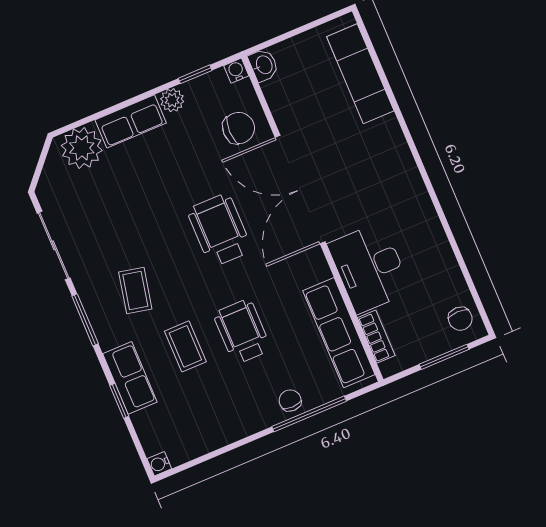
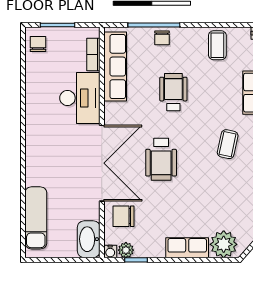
washbasin: (264, 65) -> (89, 239), width x1.91, depth x1.45
plant: (172, 100) -> (126, 250), moved
wheelchair: (242, 331) -> (173, 92), turned 180
coffee table: (185, 346) -> (217, 45), moved

